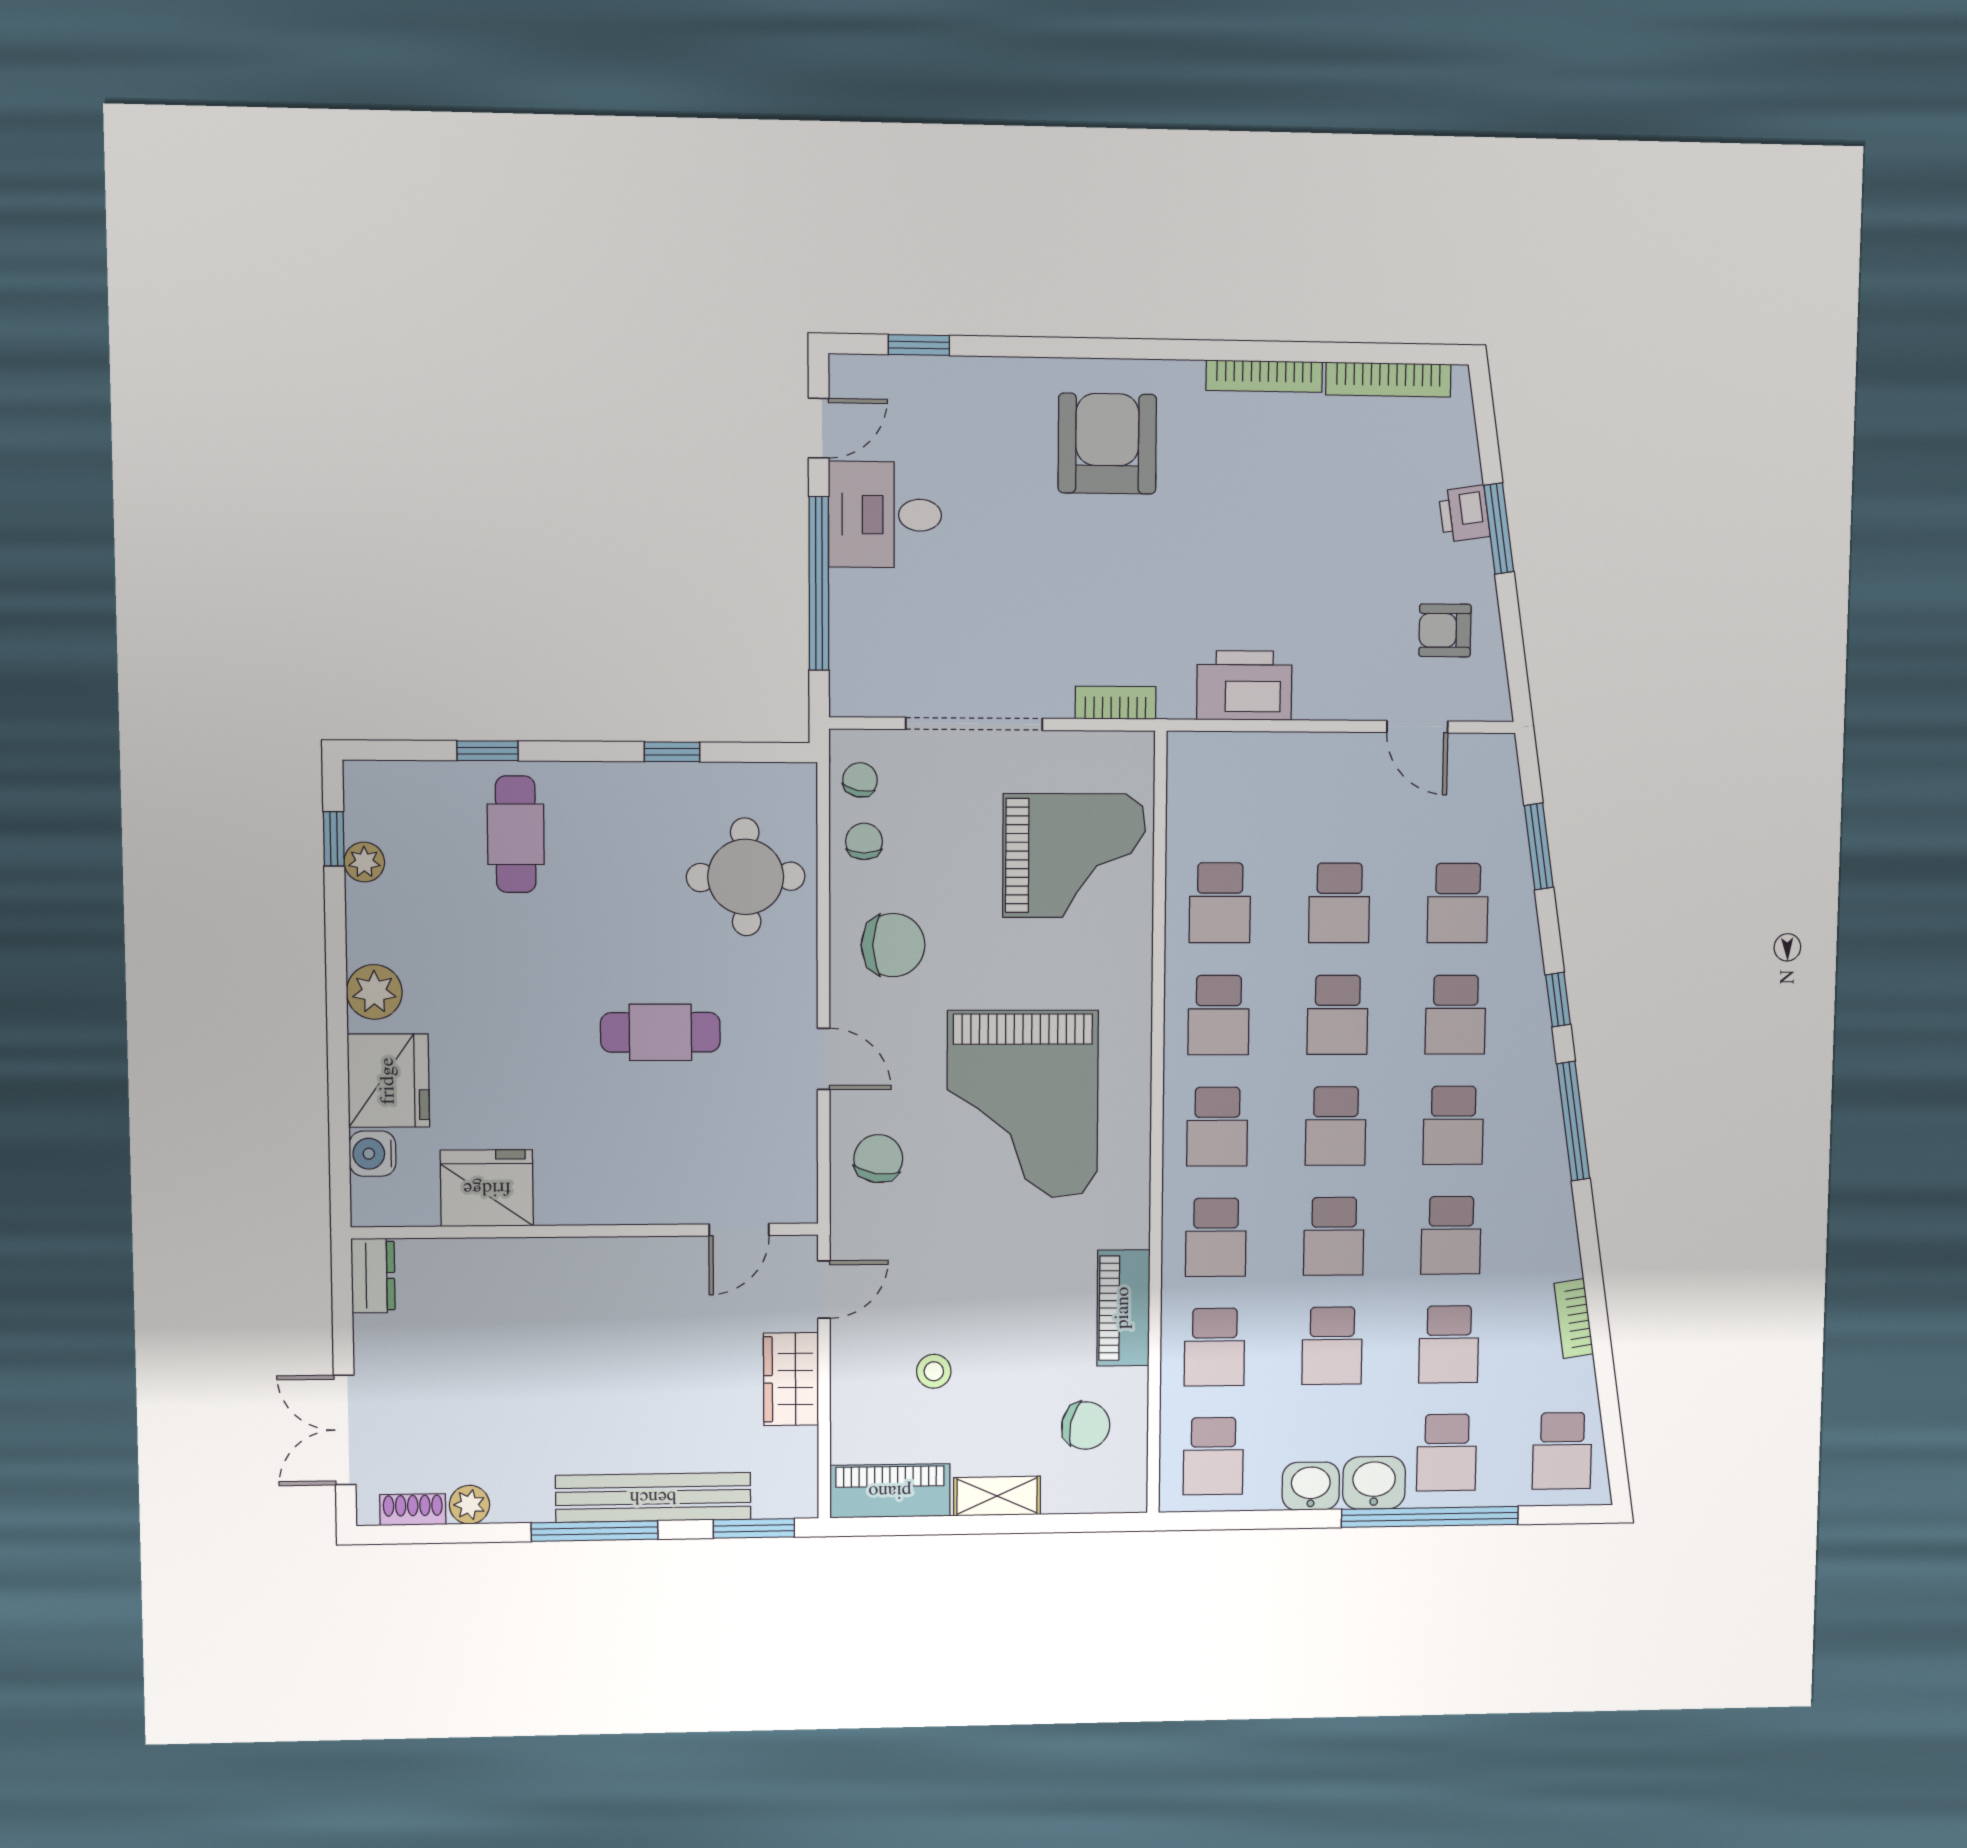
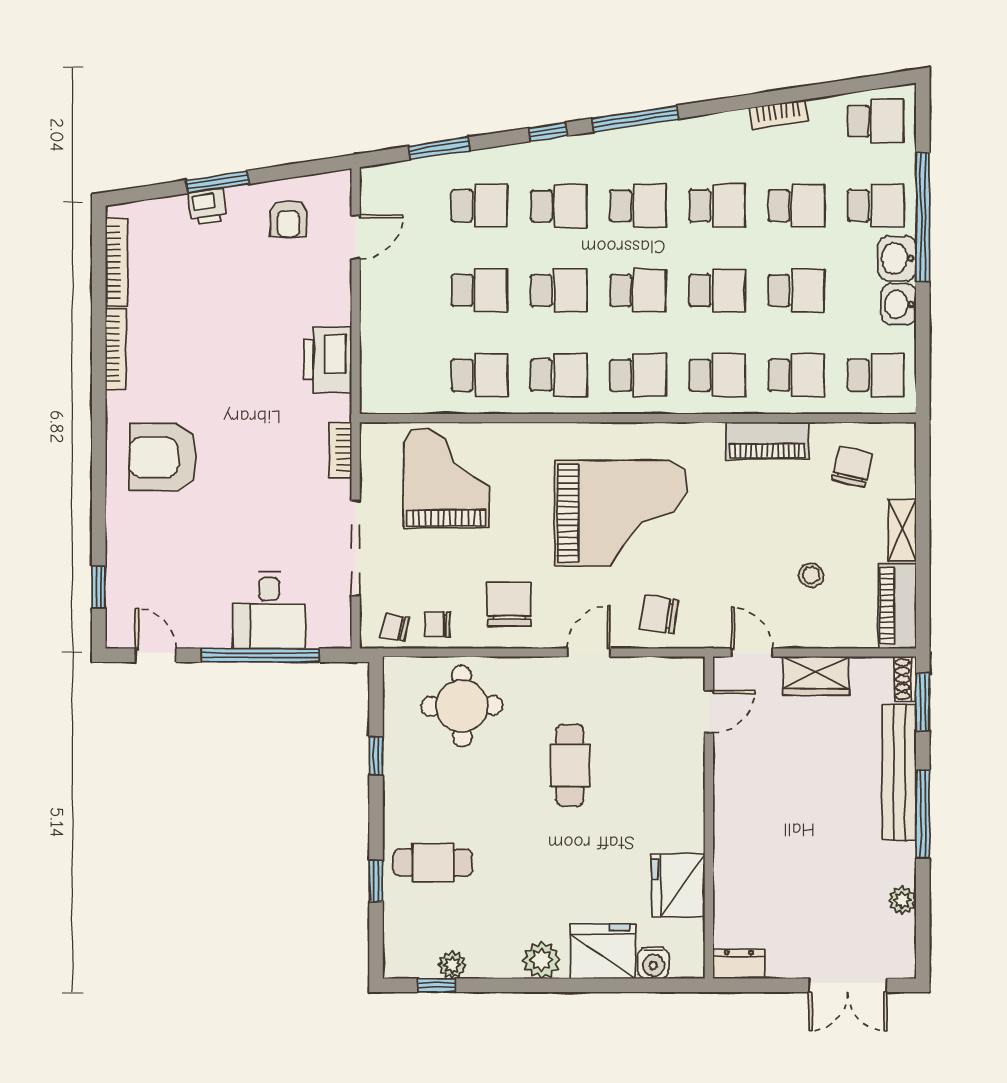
desk: (885, 515) -> (269, 610), moved
door: (739, 1230) -> (709, 712), hinge flipped
shoe rack: (413, 1510) -> (905, 679), moved

